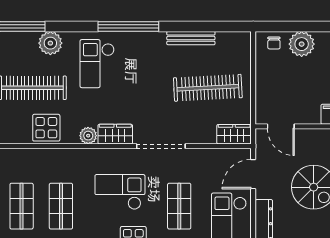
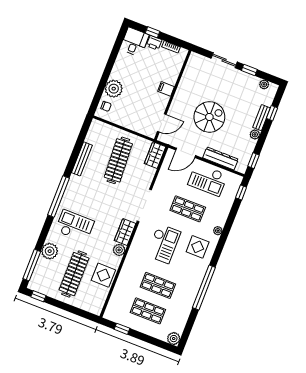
checkout: (97, 64) -> (75, 226), turned 180
door: (253, 174) -> (186, 153), hinge flipped
checkout: (120, 192) -> (164, 244), turned 180

